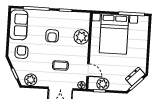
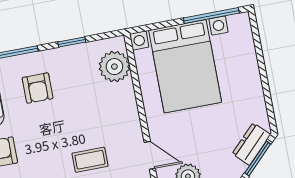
armchair: (52, 36) -> (38, 88), moved
plant: (81, 37) -> (114, 67), moved

